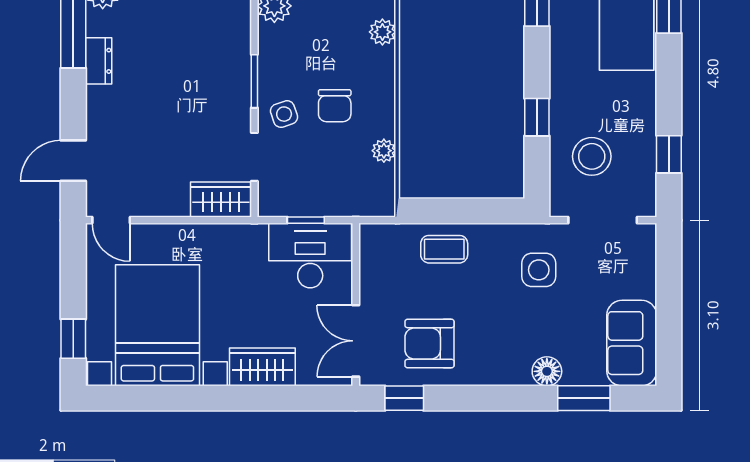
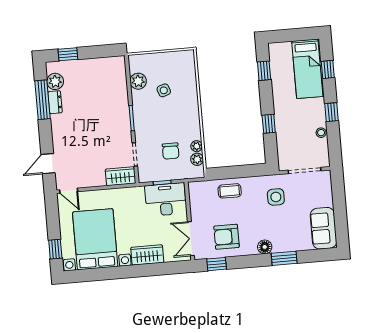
plant: (382, 32) -> (197, 159), moved
dresser: (99, 61) -> (55, 102), moved
chair: (335, 106) -> (171, 151), moved
side table: (284, 114) -> (164, 90), moved
window: (669, 154) -> (331, 112), moved
stool: (592, 156) -> (321, 133), moved, width x0.53, depth x0.53
floor lamp: (547, 371) -> (265, 247), moved
window: (584, 398) -> (284, 258), moved

